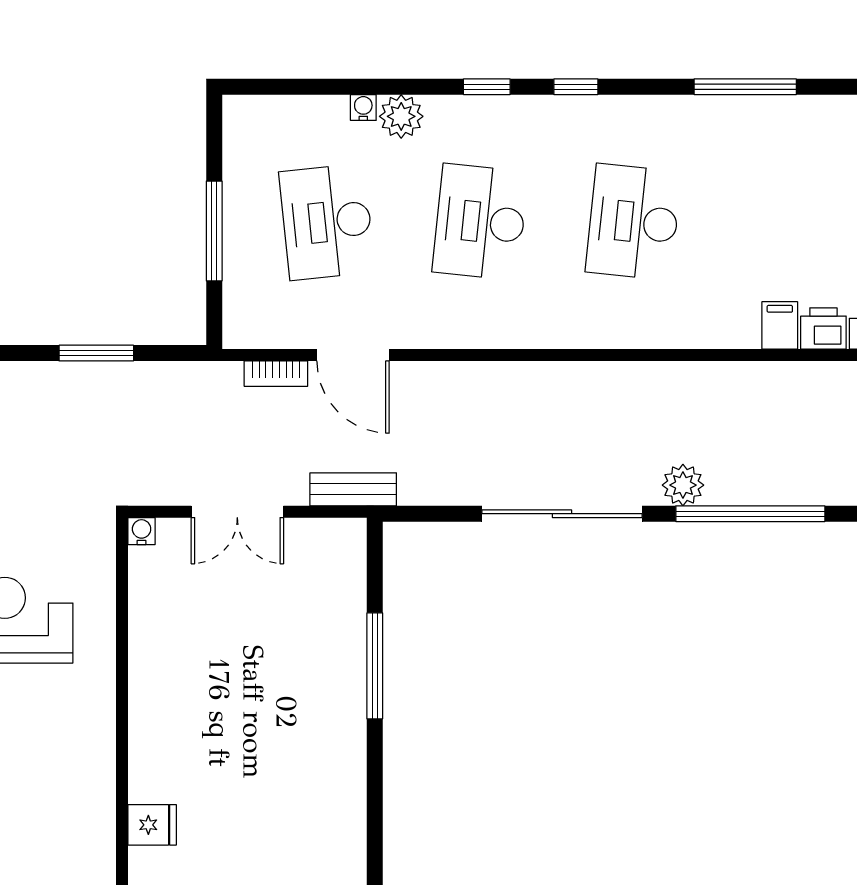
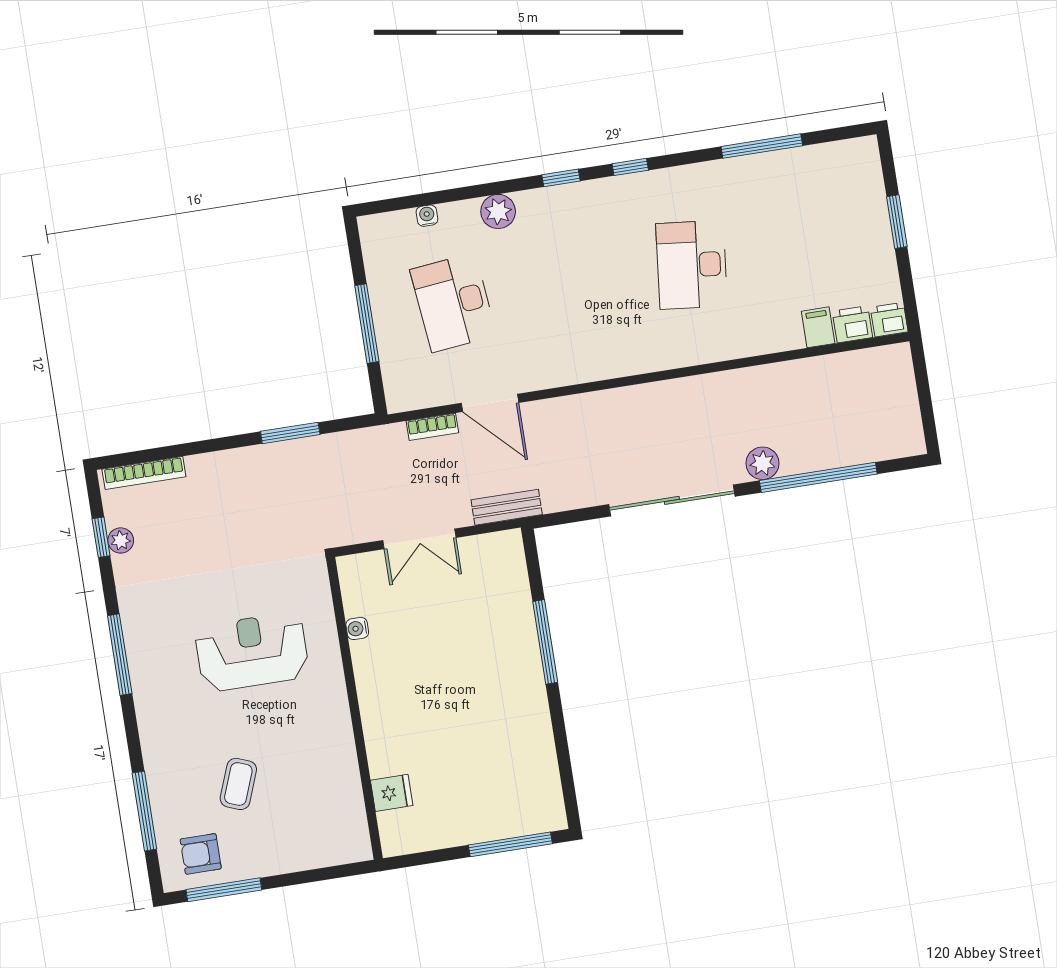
water cooler: (363, 107) -> (427, 216), moved
desk: (480, 222) -> (572, 284), removed
water cooler: (142, 531) -> (357, 628), moved, turned -90

